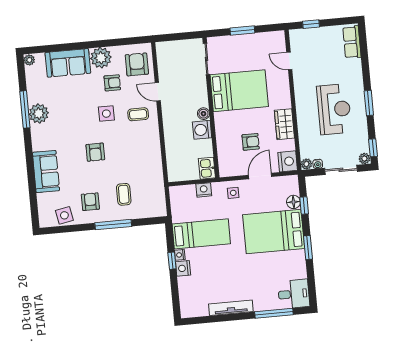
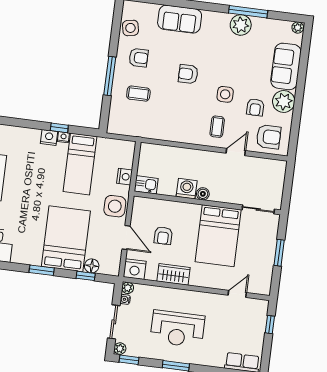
side table: (233, 193) -> (115, 206), width x1.87, depth x1.87

